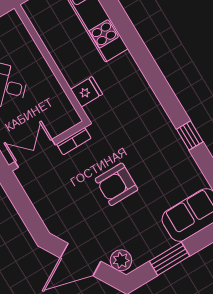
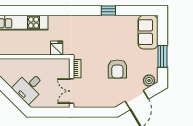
armchair: (116, 184) -> (117, 69), moved

